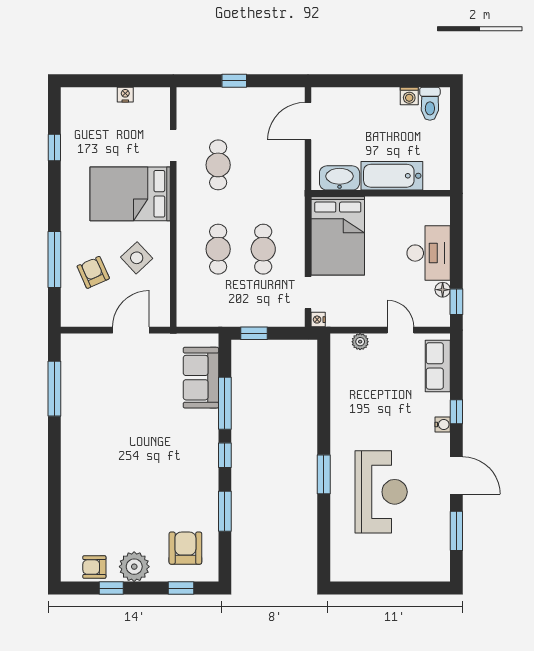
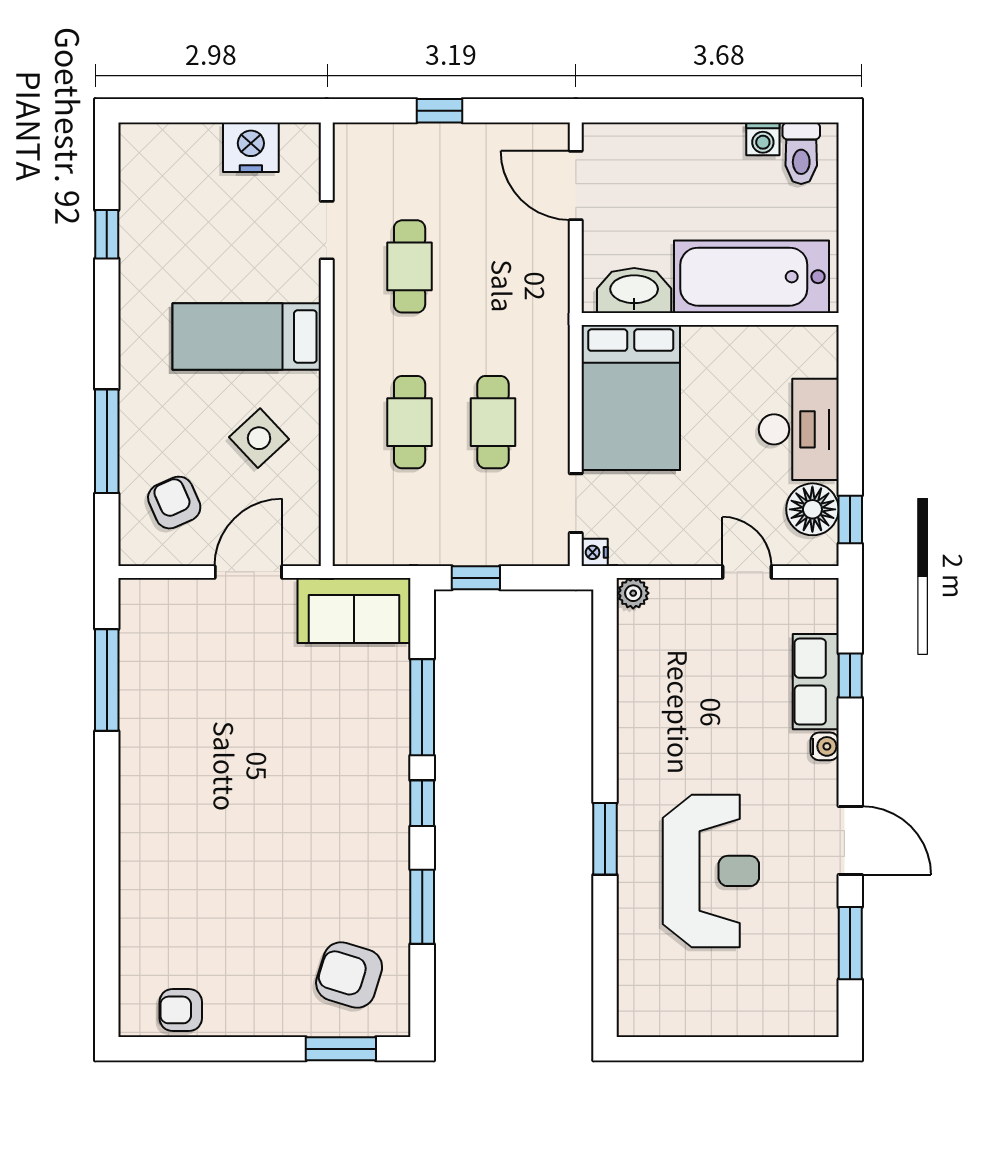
nightstand: (125, 95) -> (251, 147), width x1.89, depth x1.79
door: (308, 121) -> (576, 186), hinge flipped
bathtub: (392, 176) -> (752, 277), width x1.36, depth x1.36
bed: (130, 194) -> (247, 337), width x0.67
armchair: (93, 272) -> (174, 503), moved
floor lamp: (443, 290) -> (812, 509), width x1.89, depth x1.89
plant: (360, 342) -> (633, 593), moved
row of seats: (438, 366) -> (816, 682), moved
sofa: (201, 378) -> (354, 610), moved, turned -90
window: (456, 412) -> (850, 676), moved
armchair: (185, 548) -> (349, 975), turned -73
plant: (134, 567) -> (254, 1009), removed
window: (111, 588) -> (212, 1049), removed
window: (181, 588) -> (341, 1049), width x1.50

